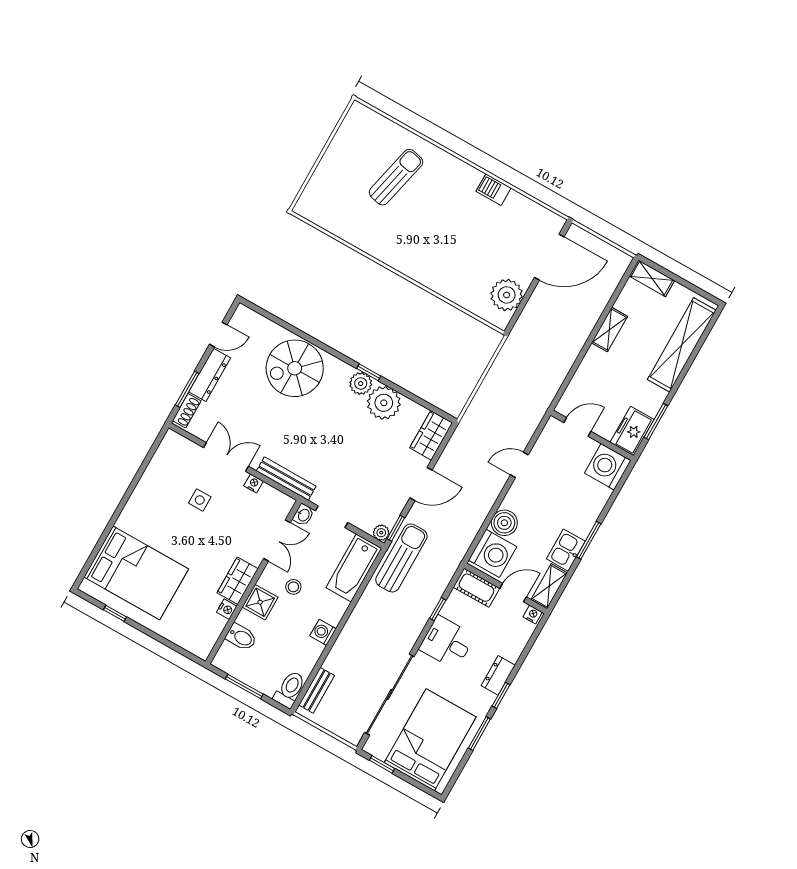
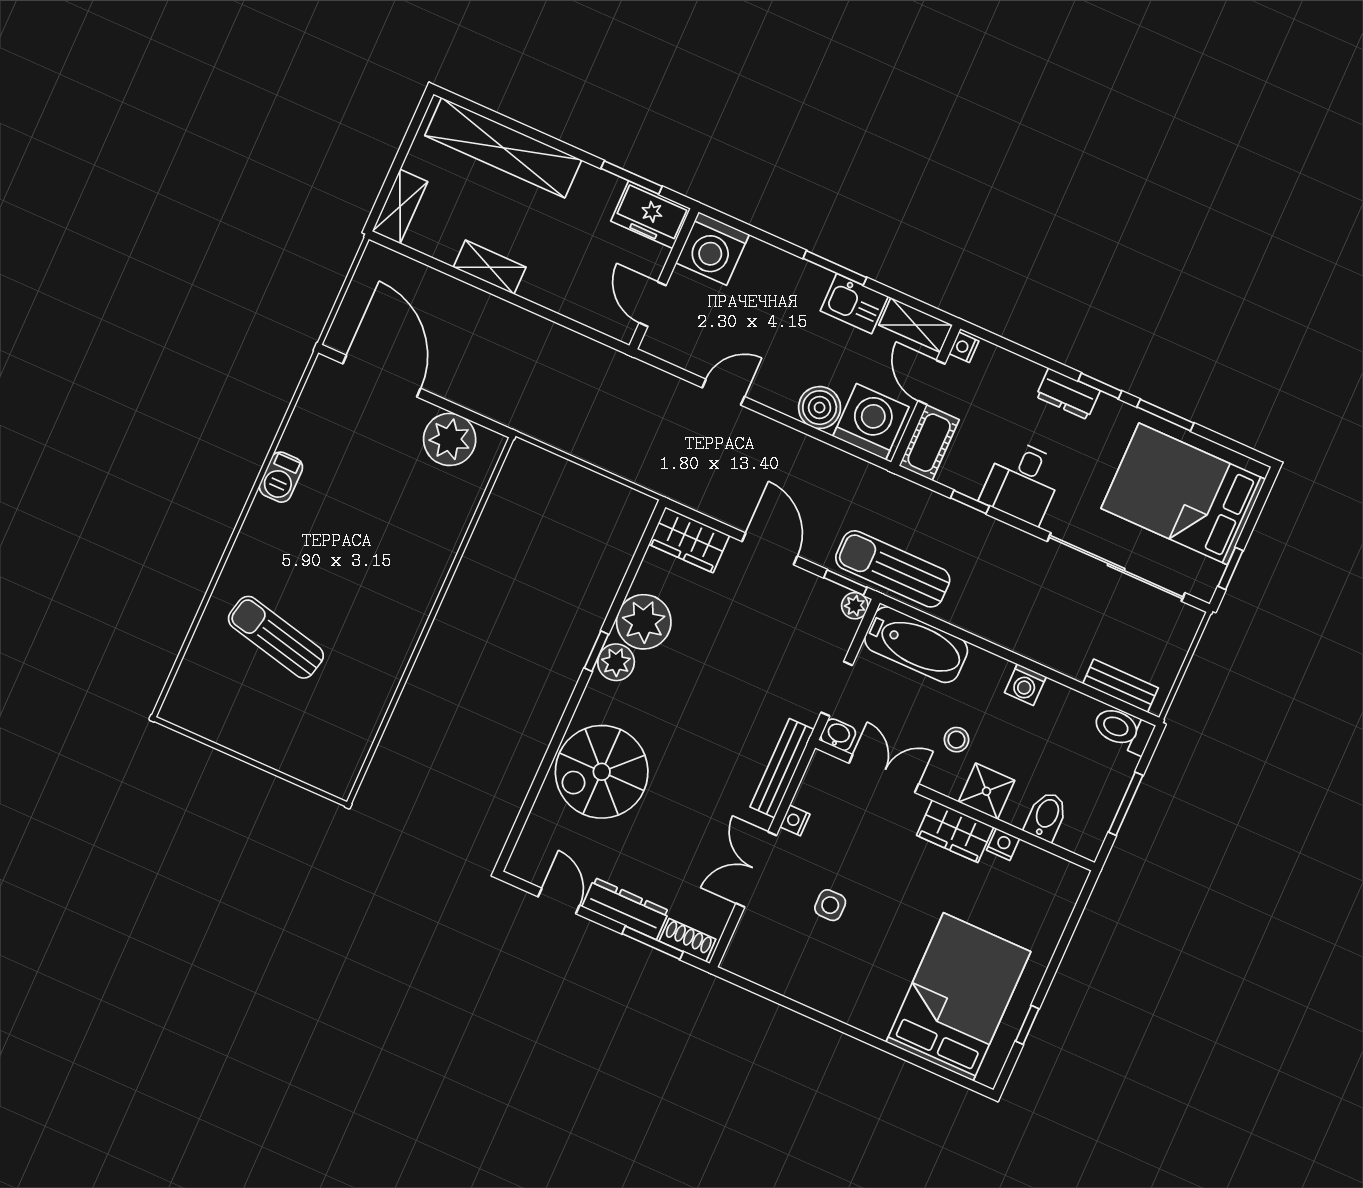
spiral stairs: (295, 368) -> (602, 772), turned 90
door: (519, 465) -> (723, 392), swing flipped

